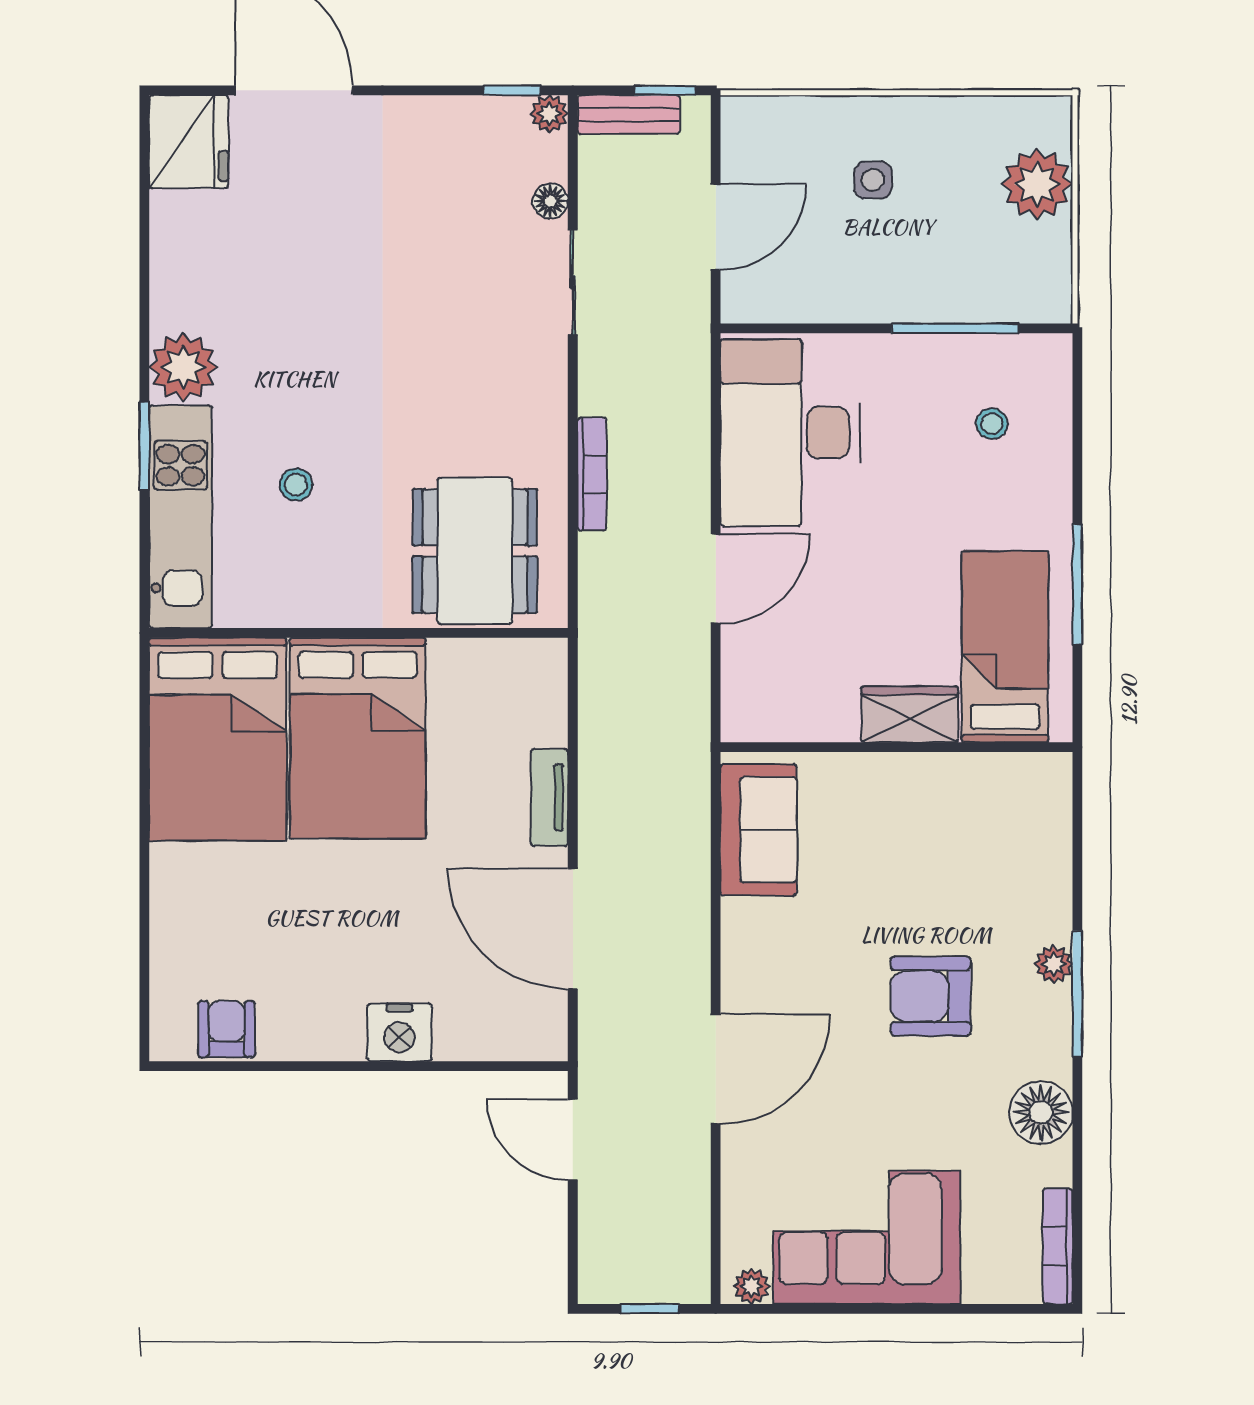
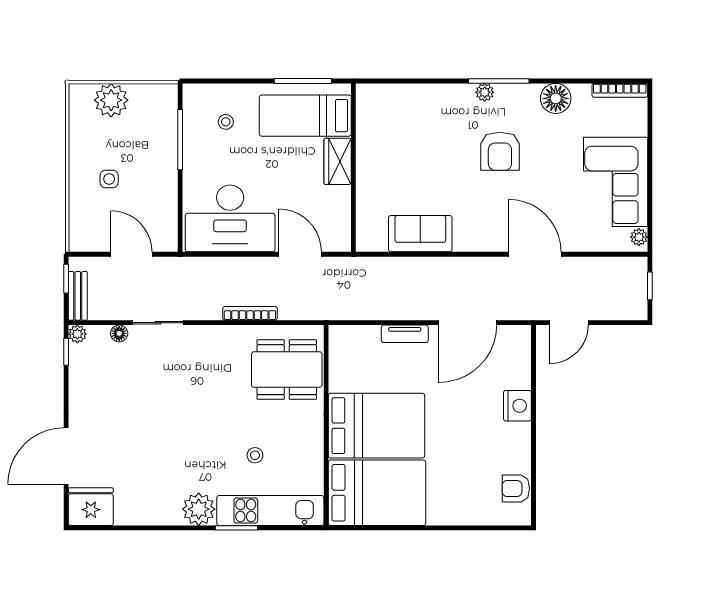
bed: (1005, 647) -> (305, 116), moved
wardrobe: (910, 714) -> (338, 161), moved
wall: (896, 747) -> (353, 168), moved

